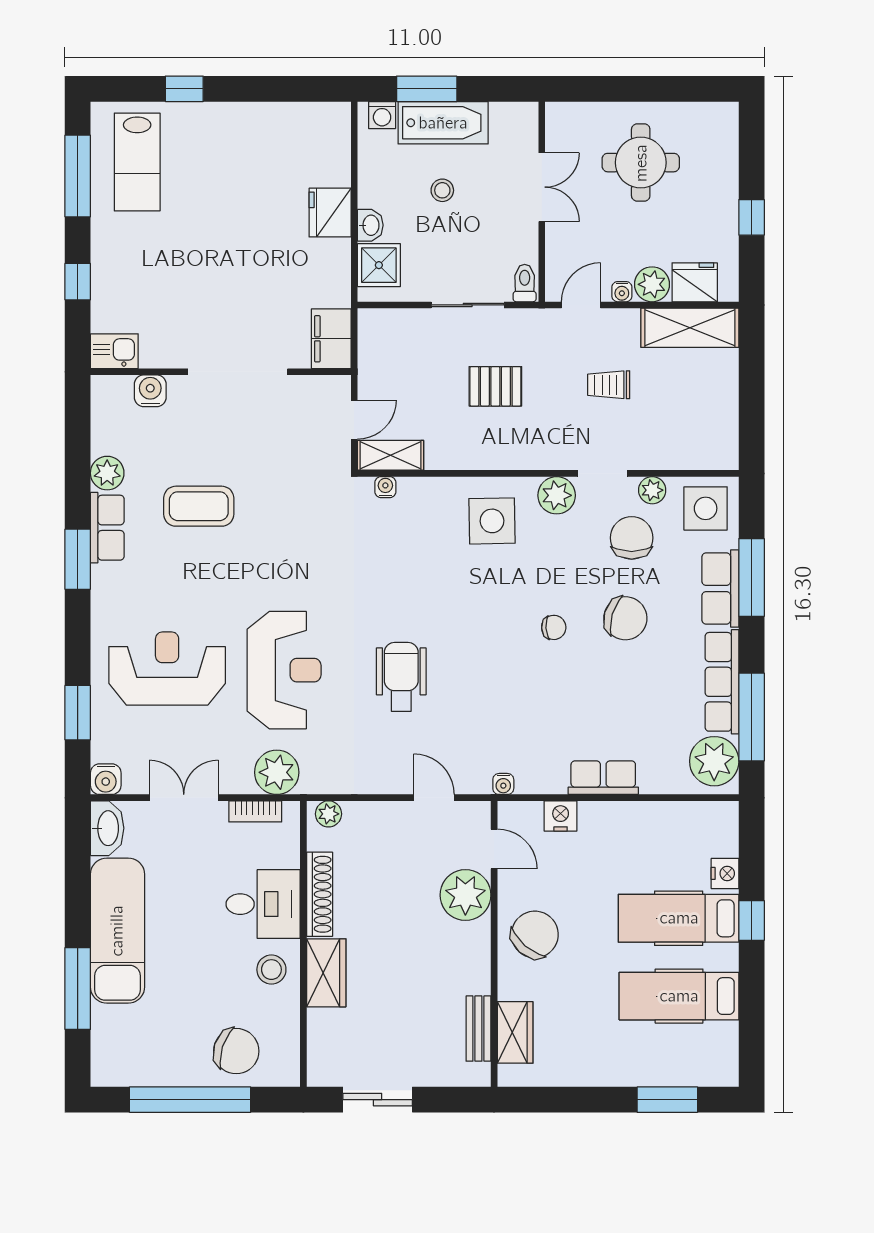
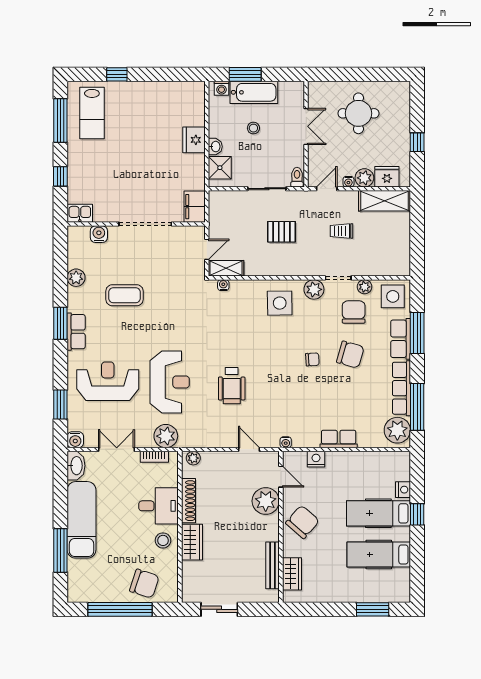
row of seats: (107, 528) -> (76, 332), moved
wheelchair: (401, 677) -> (232, 386), turned 180
bench: (478, 1029) -> (273, 565), width x1.36

